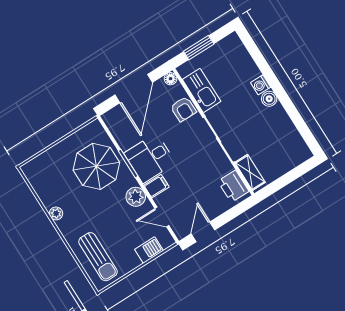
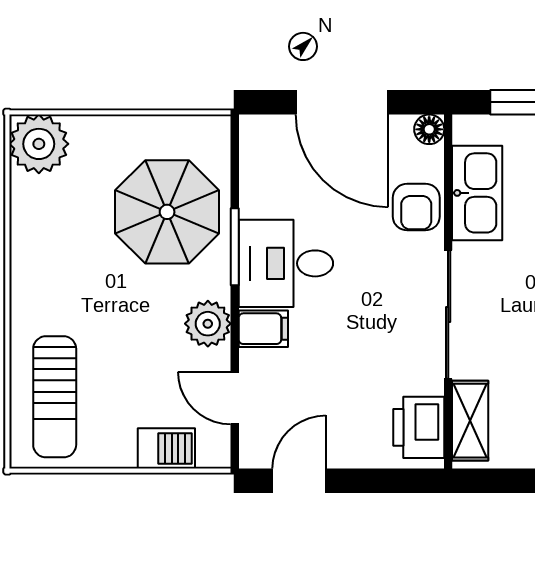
door: (134, 89) -> (342, 102), hinge flipped
plant: (56, 213) -> (39, 144), moved, width x1.87, depth x1.87

